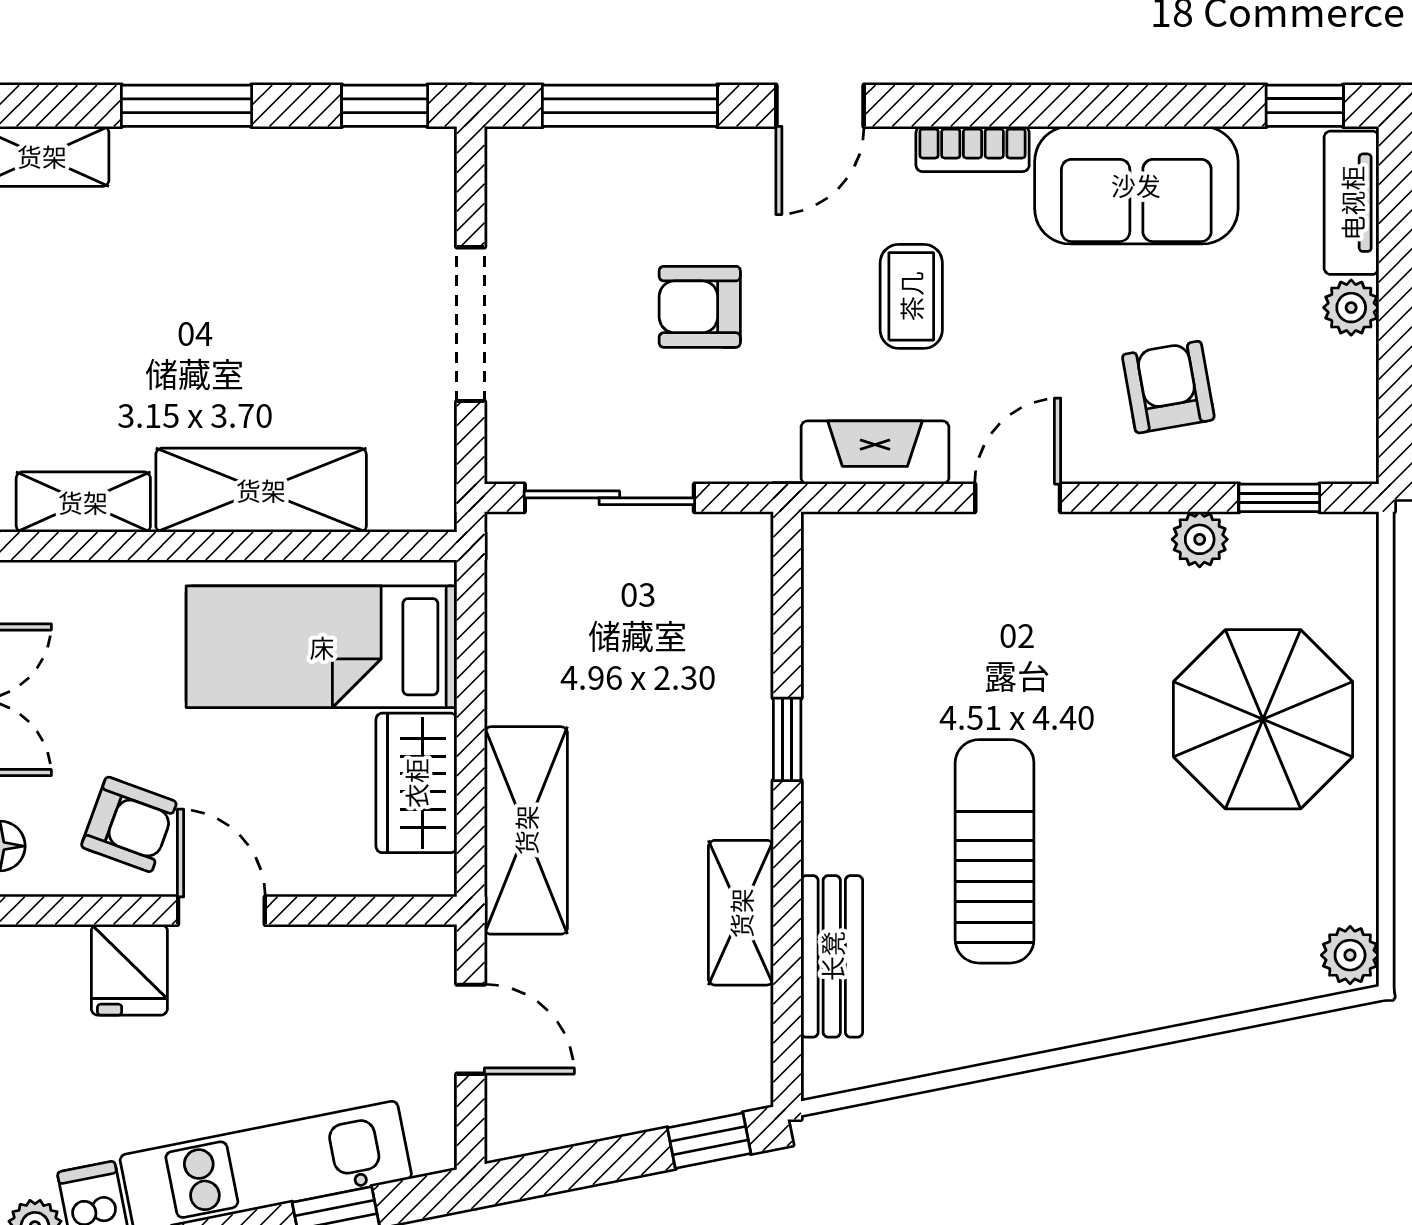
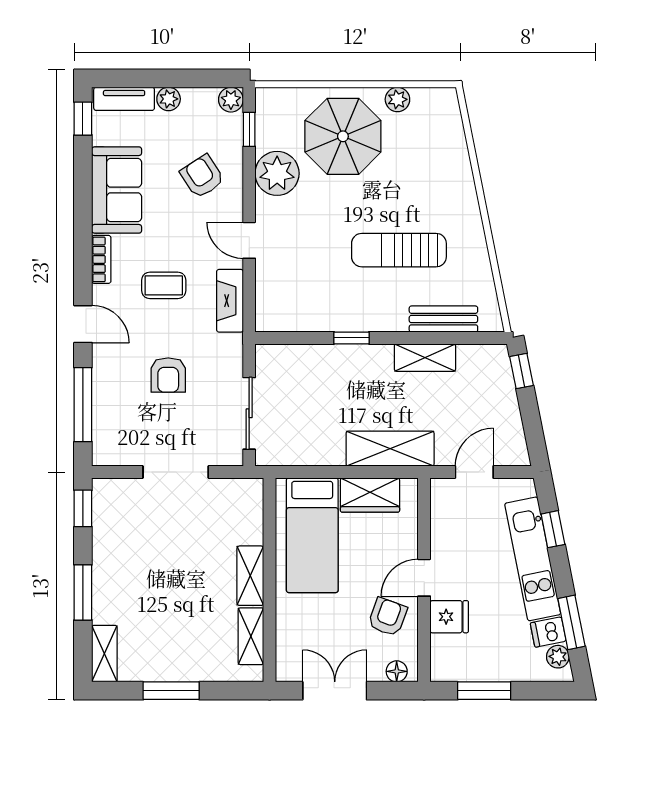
armchair: (1168, 387) -> (202, 176), turned 67
plant: (1350, 455) -> (231, 100), added
shelving: (261, 490) -> (250, 576), width x0.67, depth x0.75
plant: (1200, 539) -> (277, 173), width x1.88, depth x1.88
plant: (1350, 955) -> (397, 99), moved

